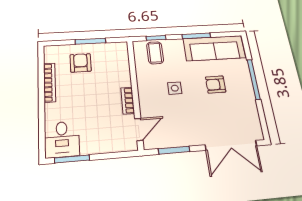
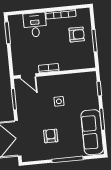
coffee table: (155, 53) -> (87, 88), removed
armchair: (216, 84) -> (51, 136), moved
desk: (62, 139) -> (35, 25), moved, turned 90

